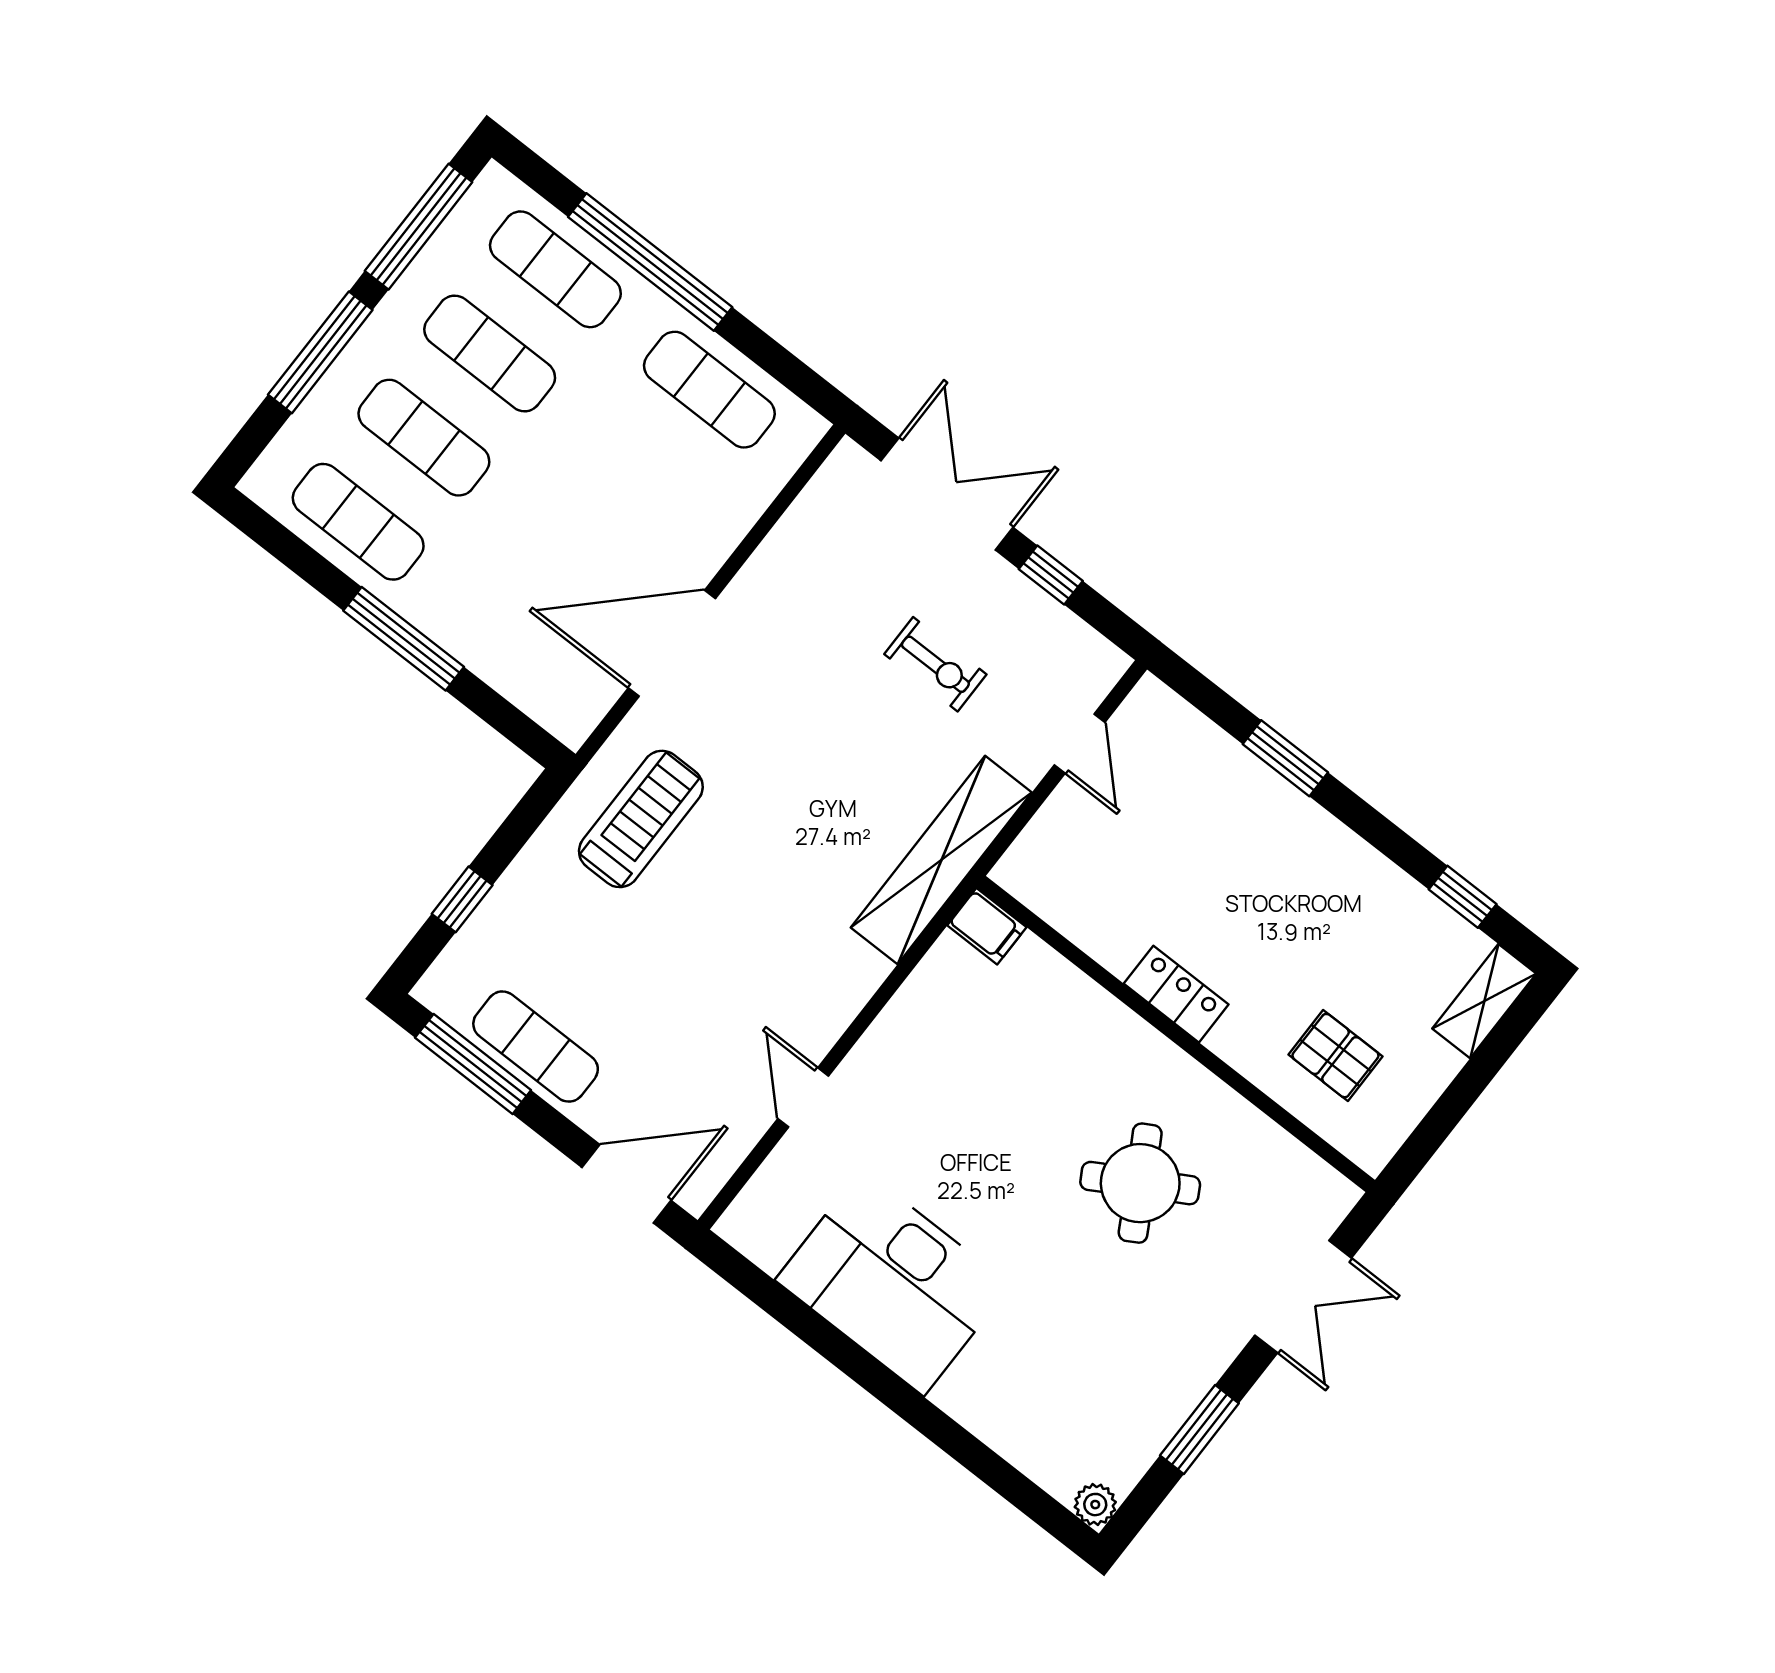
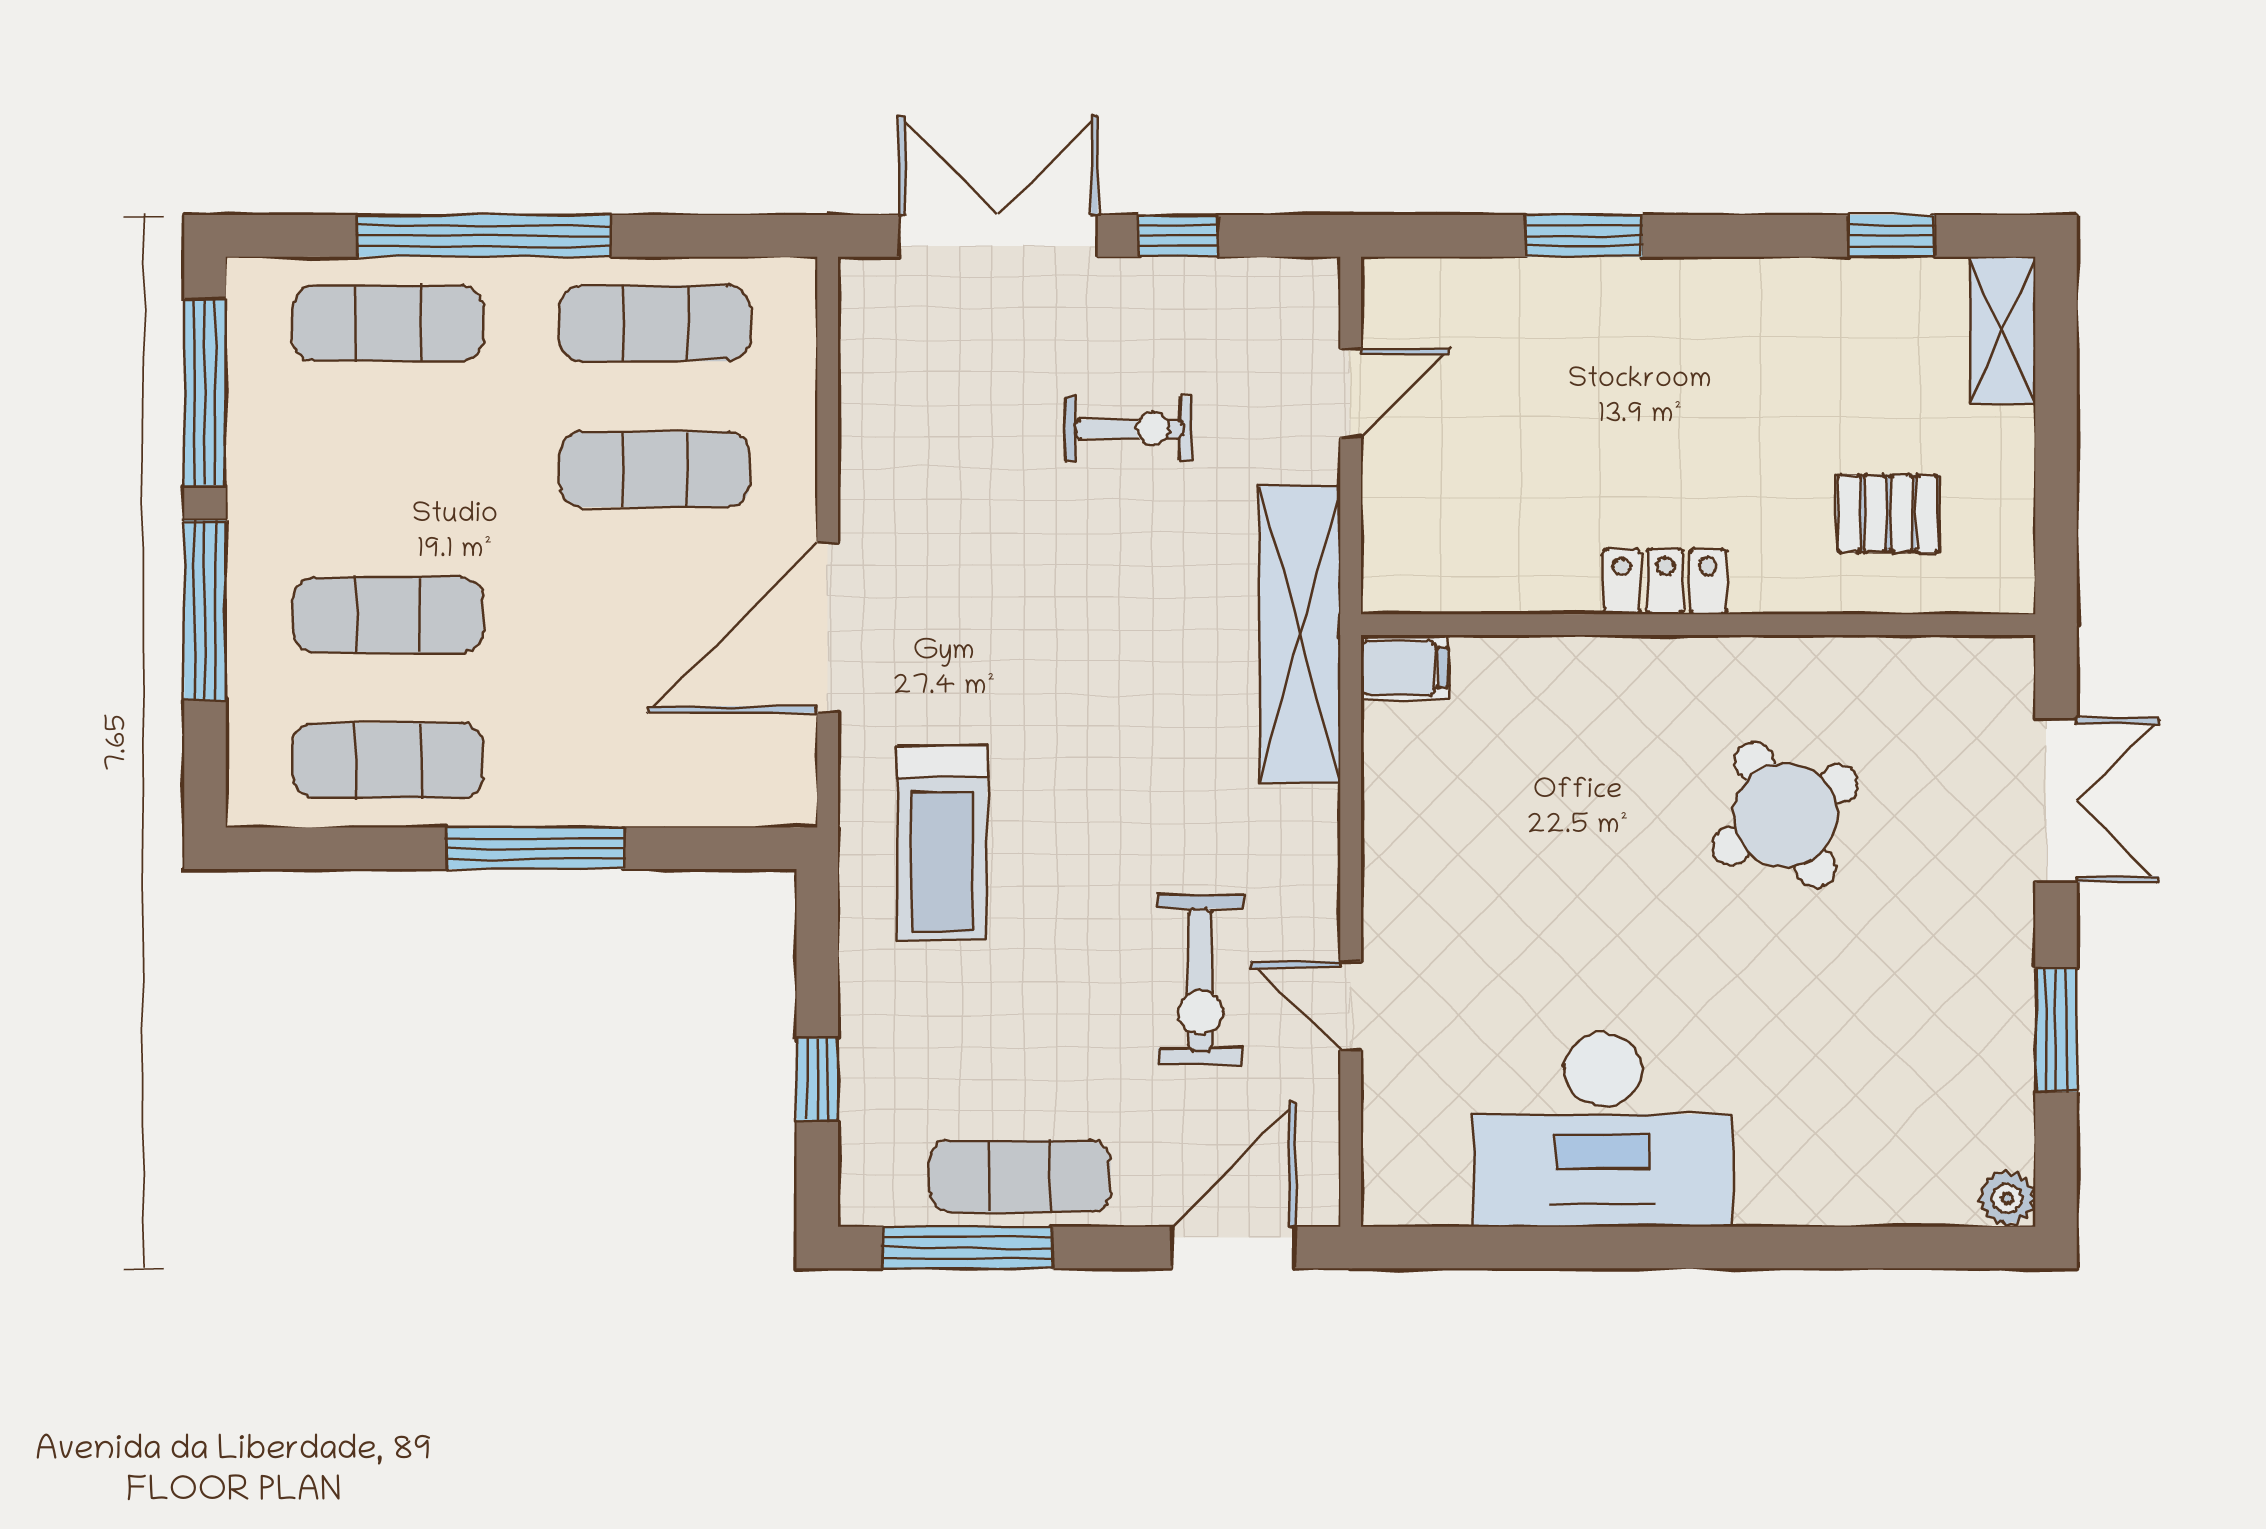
exercise mat: (490, 353) -> (655, 469), moved
door: (1080, 744) -> (1351, 393), hinge flipped
treadmill: (641, 819) -> (942, 843), turned 180
exercise bike: (728, 1015) -> (1200, 980), added

